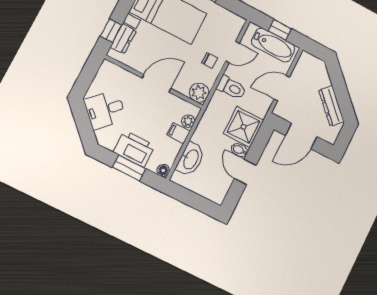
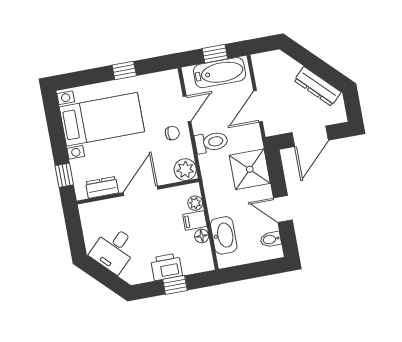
dresser: (123, 39) -> (102, 187), moved, turned -90
printer: (134, 149) -> (166, 267), width x0.73, depth x0.84
bidet: (239, 150) -> (271, 239), moved
window: (129, 168) -> (175, 285), width x0.67
floor lamp: (163, 170) -> (202, 236), moved

